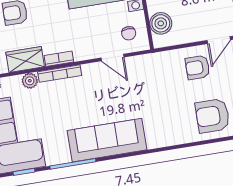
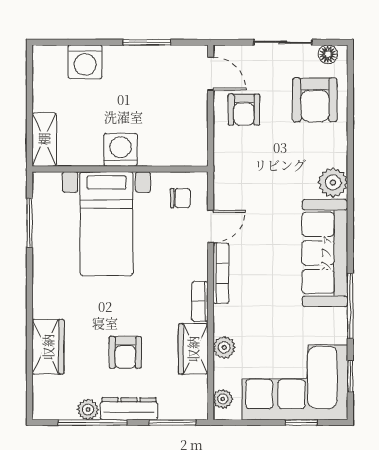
boiler: (161, 23) -> (174, 151), removed
bookcase: (60, 74) -> (221, 273), moved
plant: (157, 138) -> (333, 182), added

